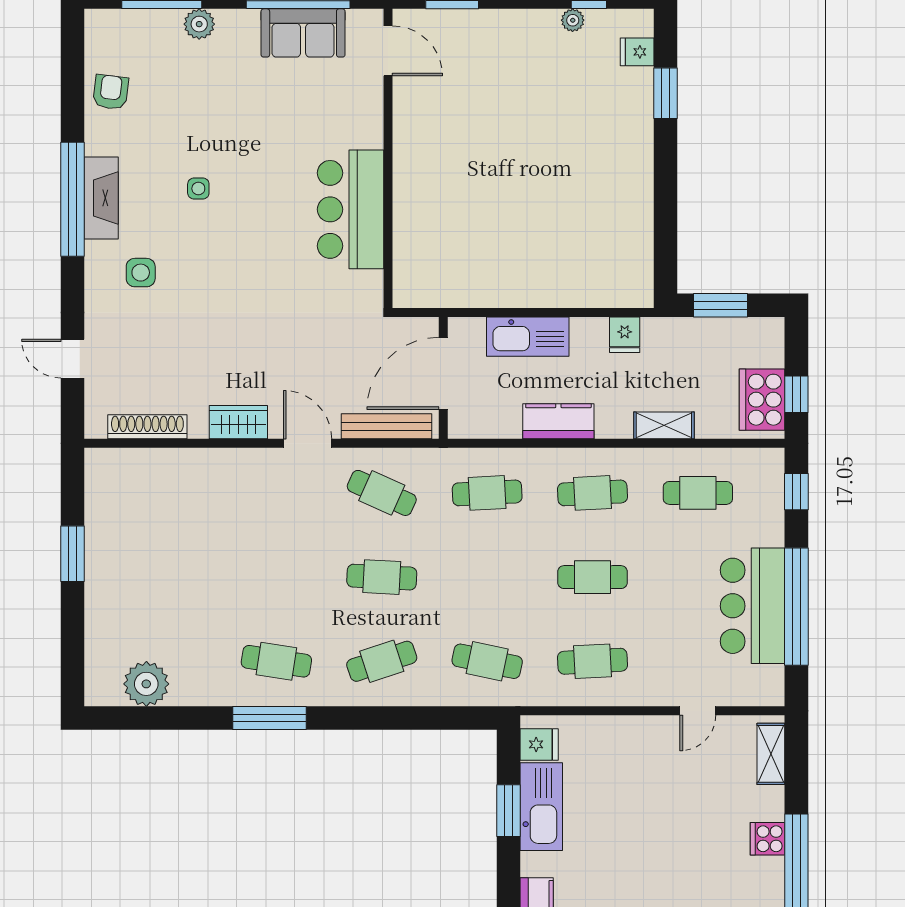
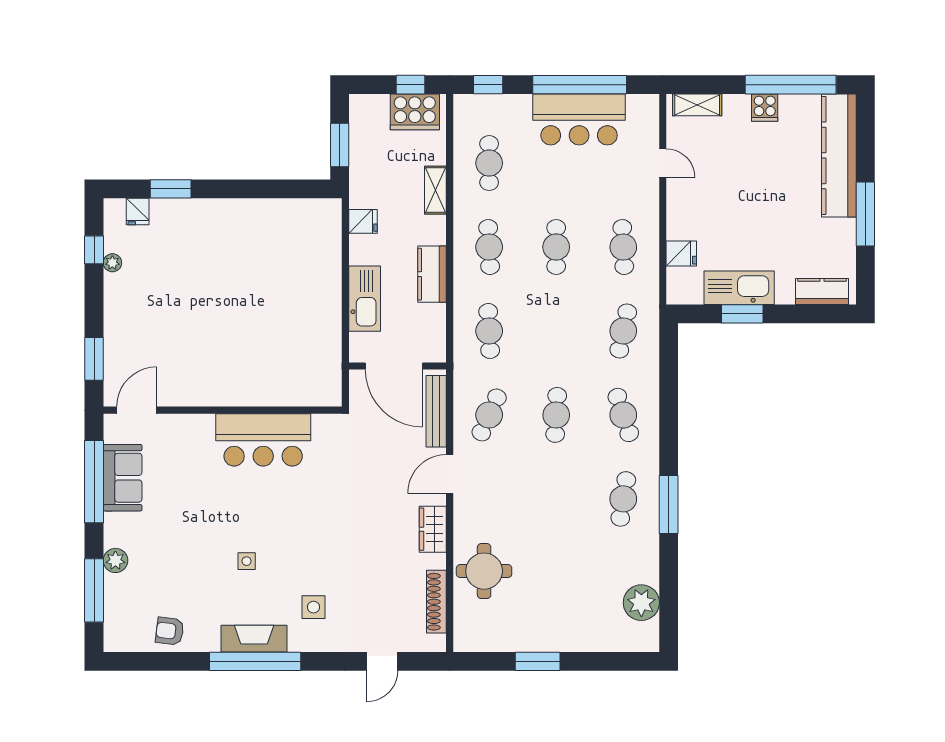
round table: (186, 487) -> (484, 571), added
fridge: (539, 744) -> (681, 254), moved, turned 90

